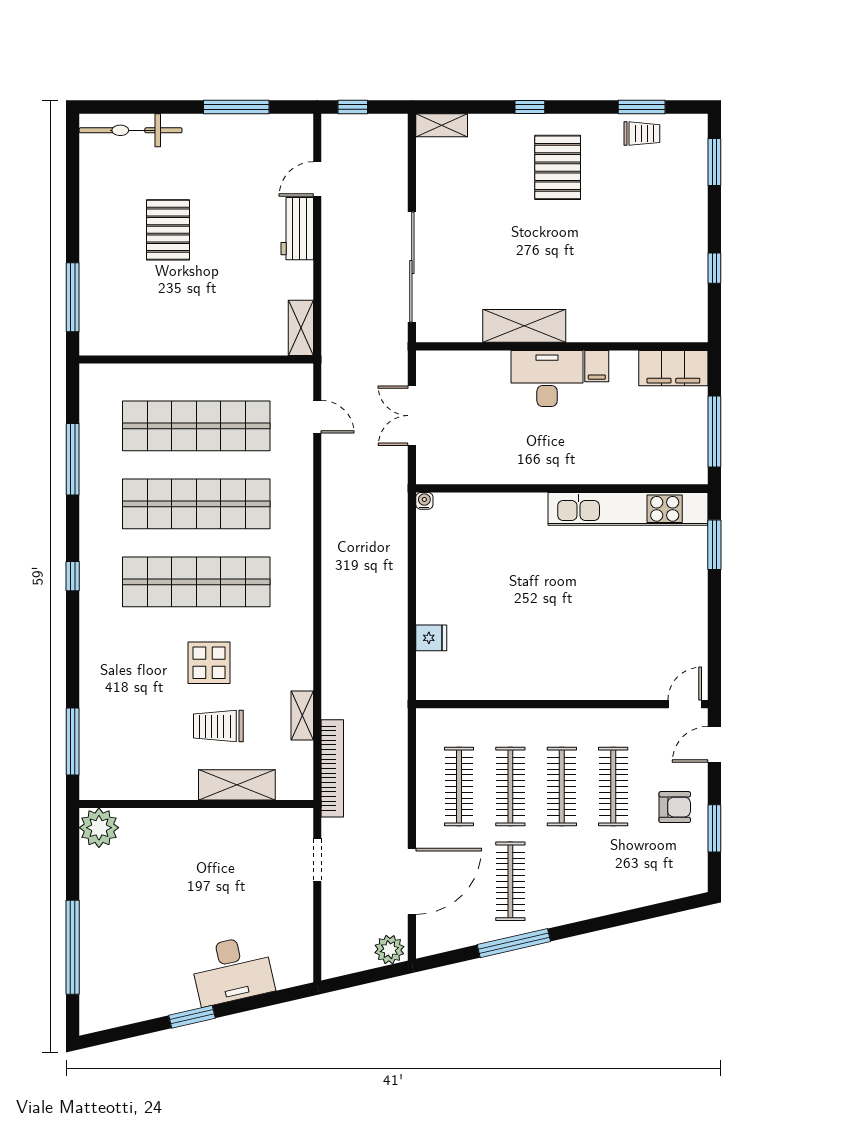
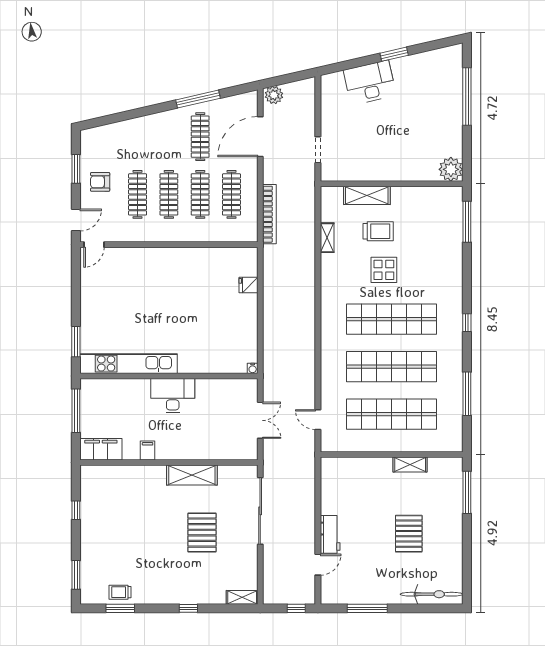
pallet: (558, 167) -> (202, 533), moved
shelving: (301, 328) -> (410, 465), moved, turned 90
desk: (547, 379) -> (173, 396), moved, turned 180
bookcase: (332, 768) -> (269, 214), moved, turned 180

